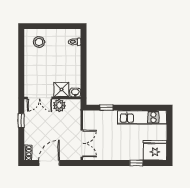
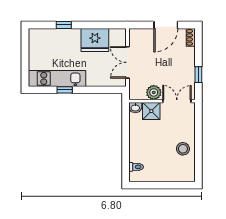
stool: (39, 42) -> (183, 149), moved
window: (107, 108) -> (65, 90), moved
double door: (82, 144) -> (128, 62), moved
fridge: (155, 150) -> (95, 40), moved

